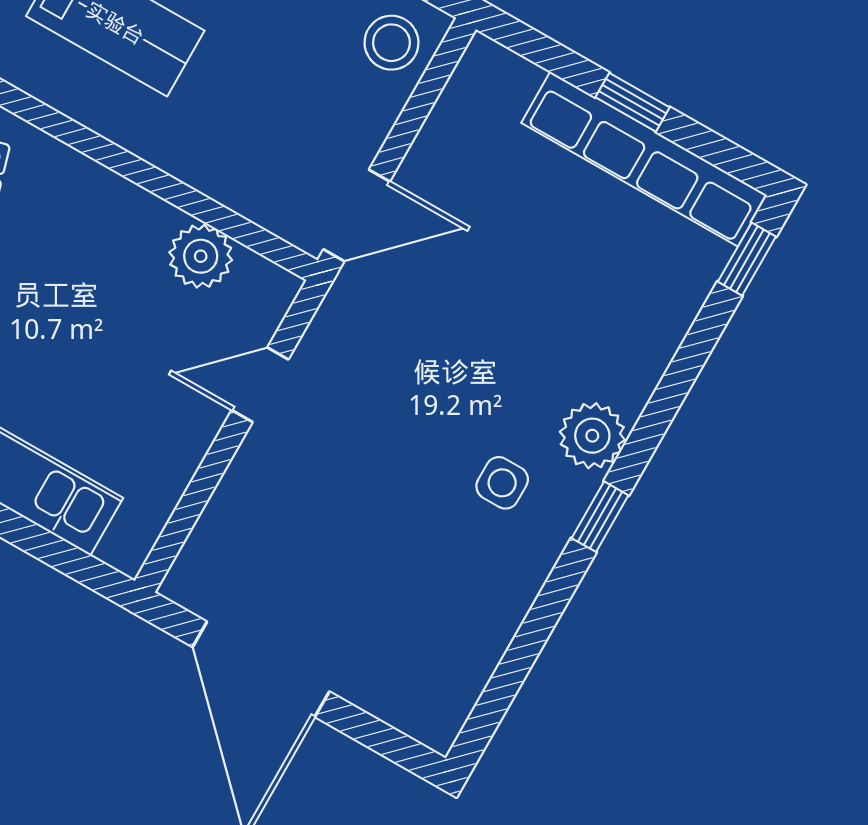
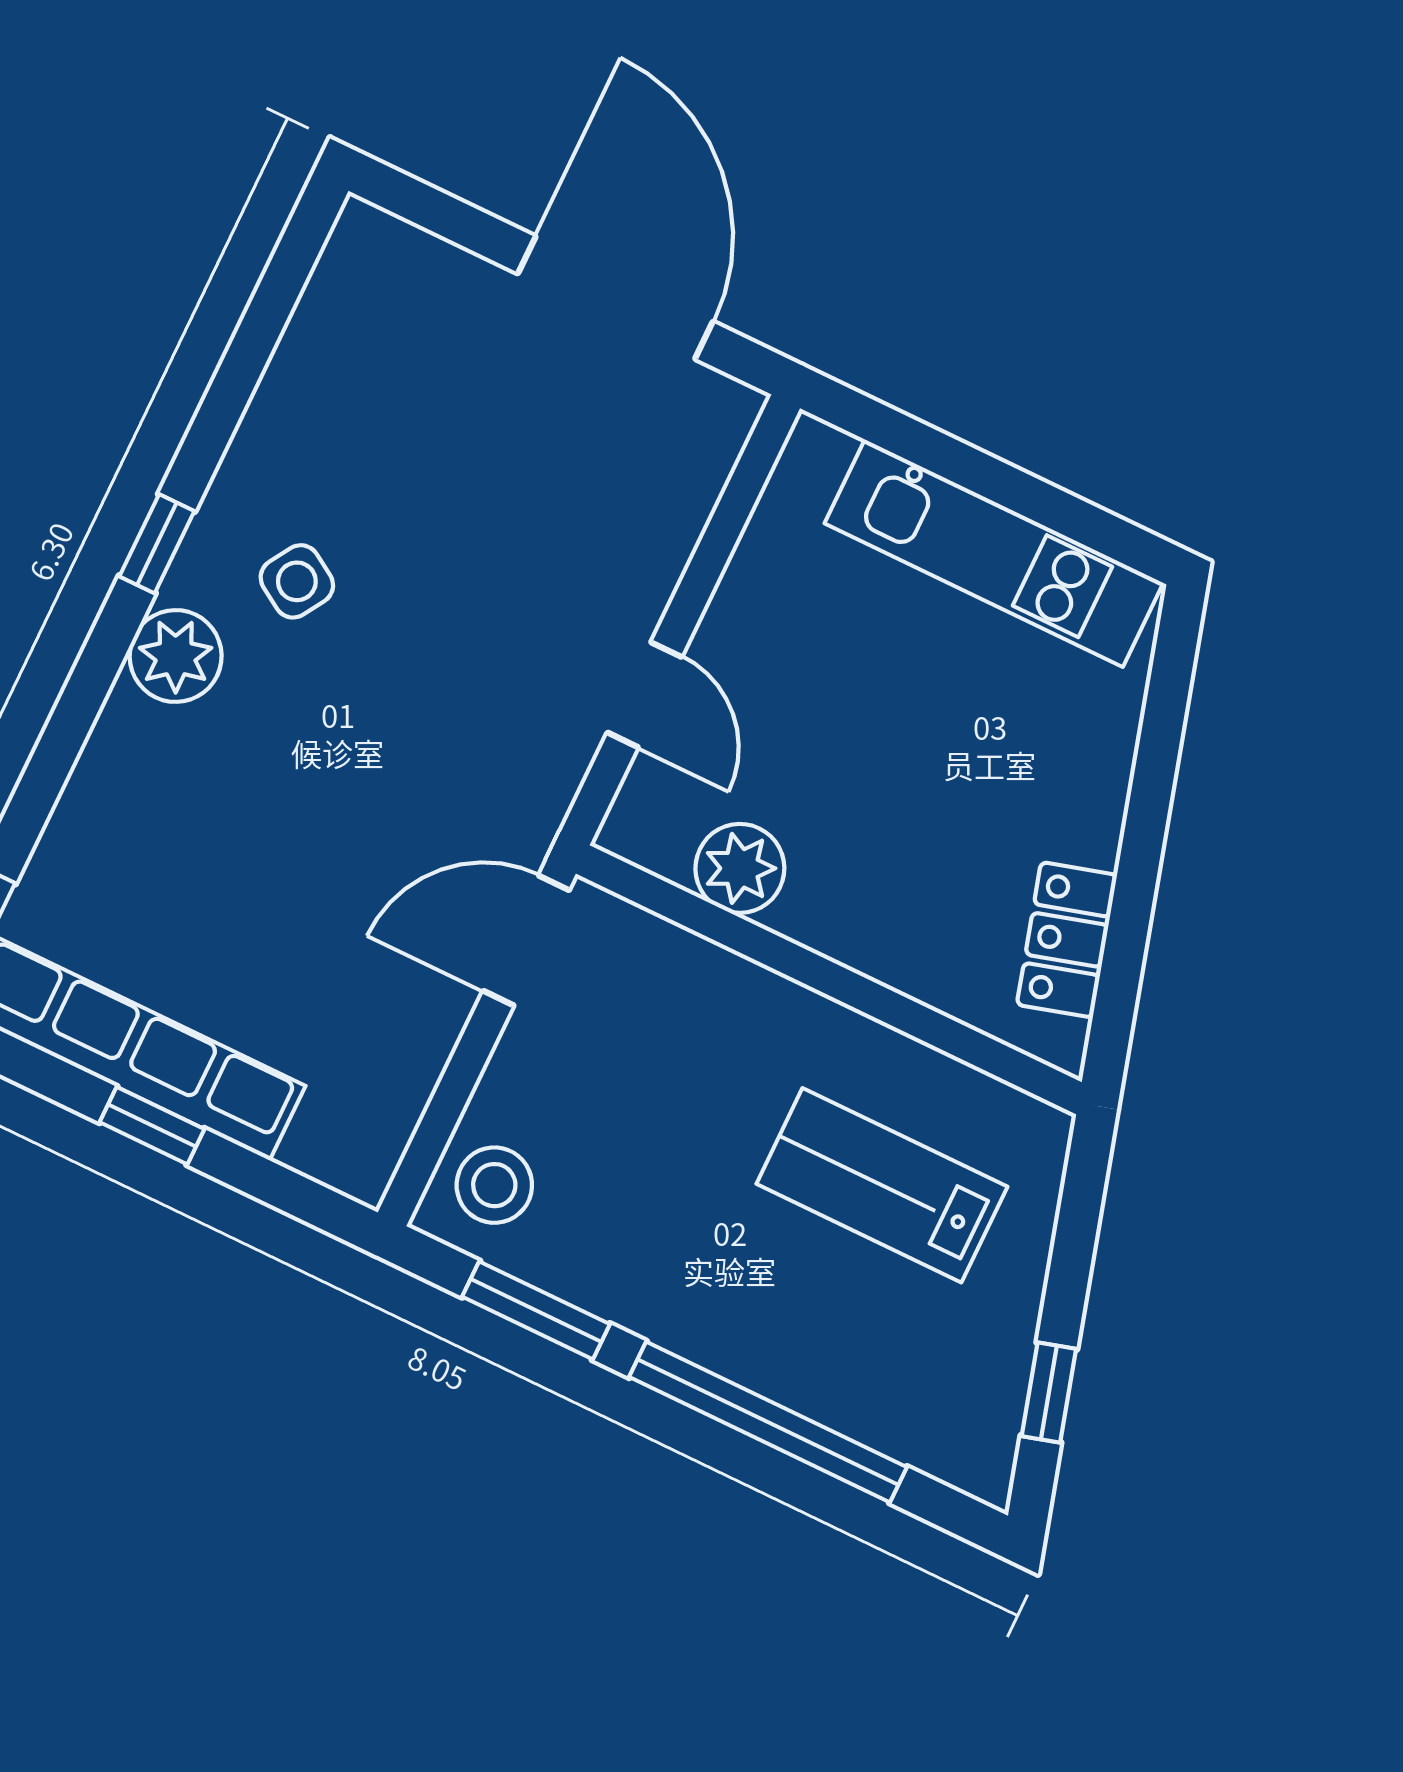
door: (260, 385) -> (644, 695), hinge flipped
side table: (502, 483) -> (297, 581), turned 32

